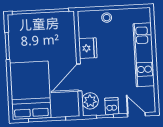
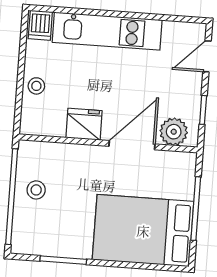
stool: (46, 25) -> (36, 190), added
door: (79, 78) -> (132, 145), swing flipped
dishwasher: (112, 106) -> (40, 25), moved, turned -90

